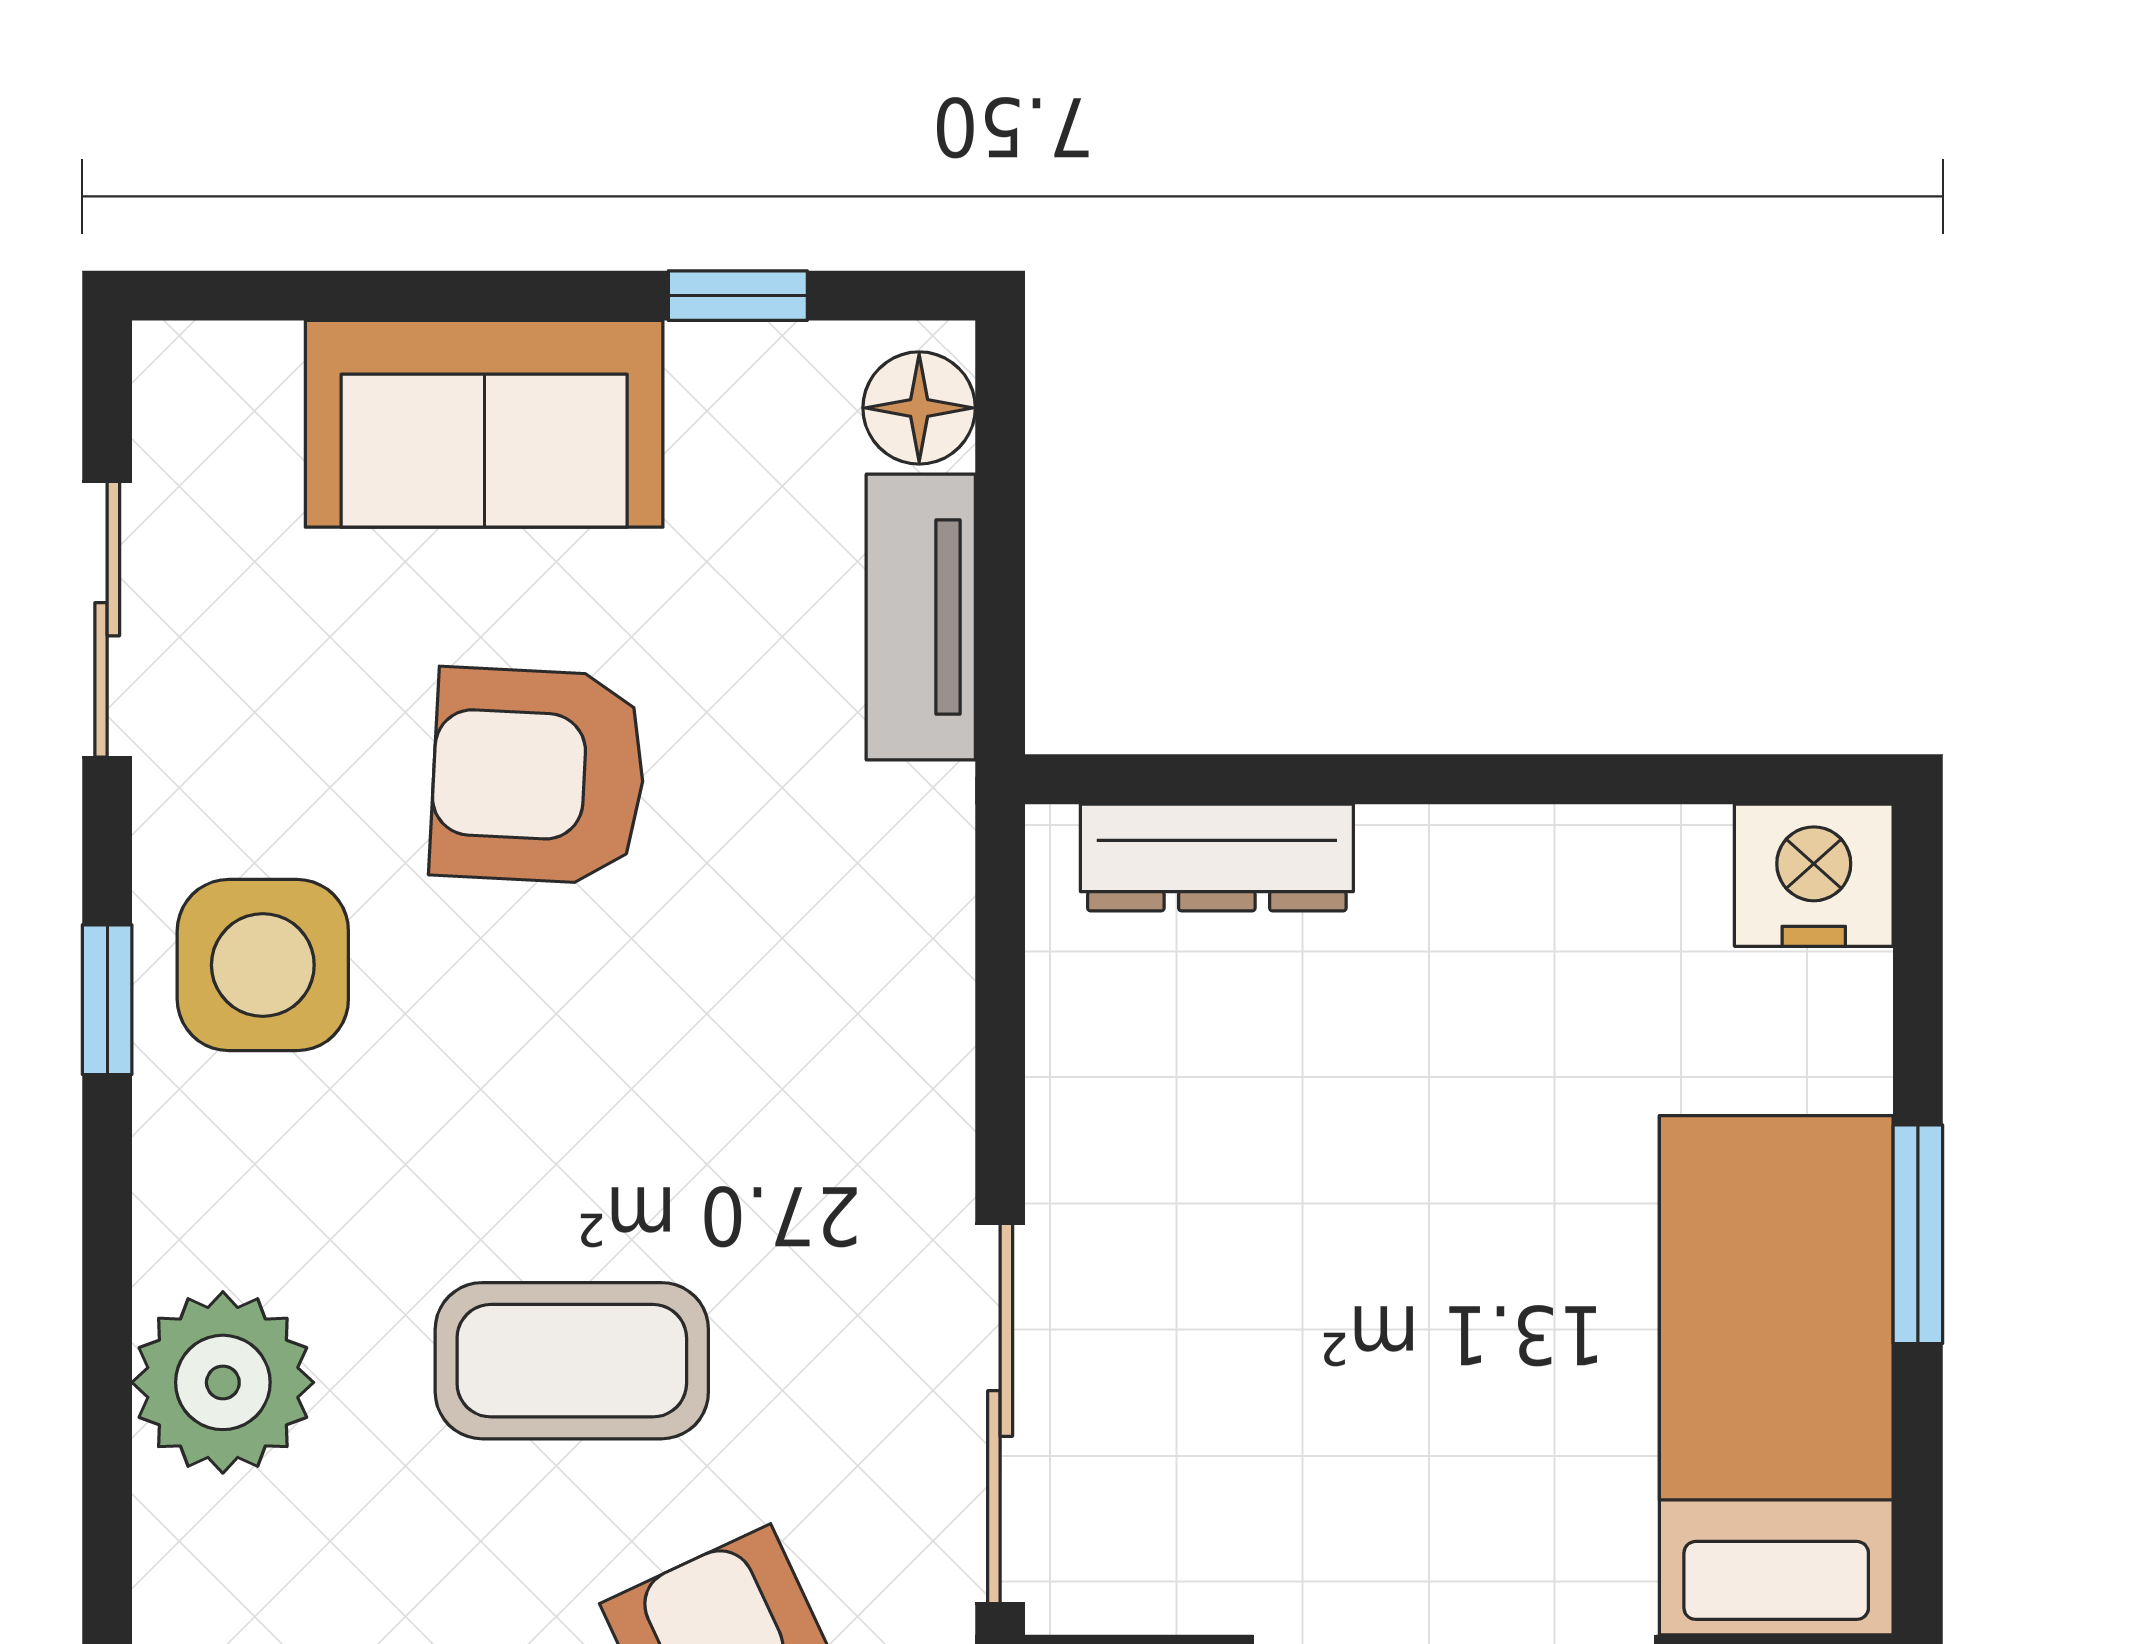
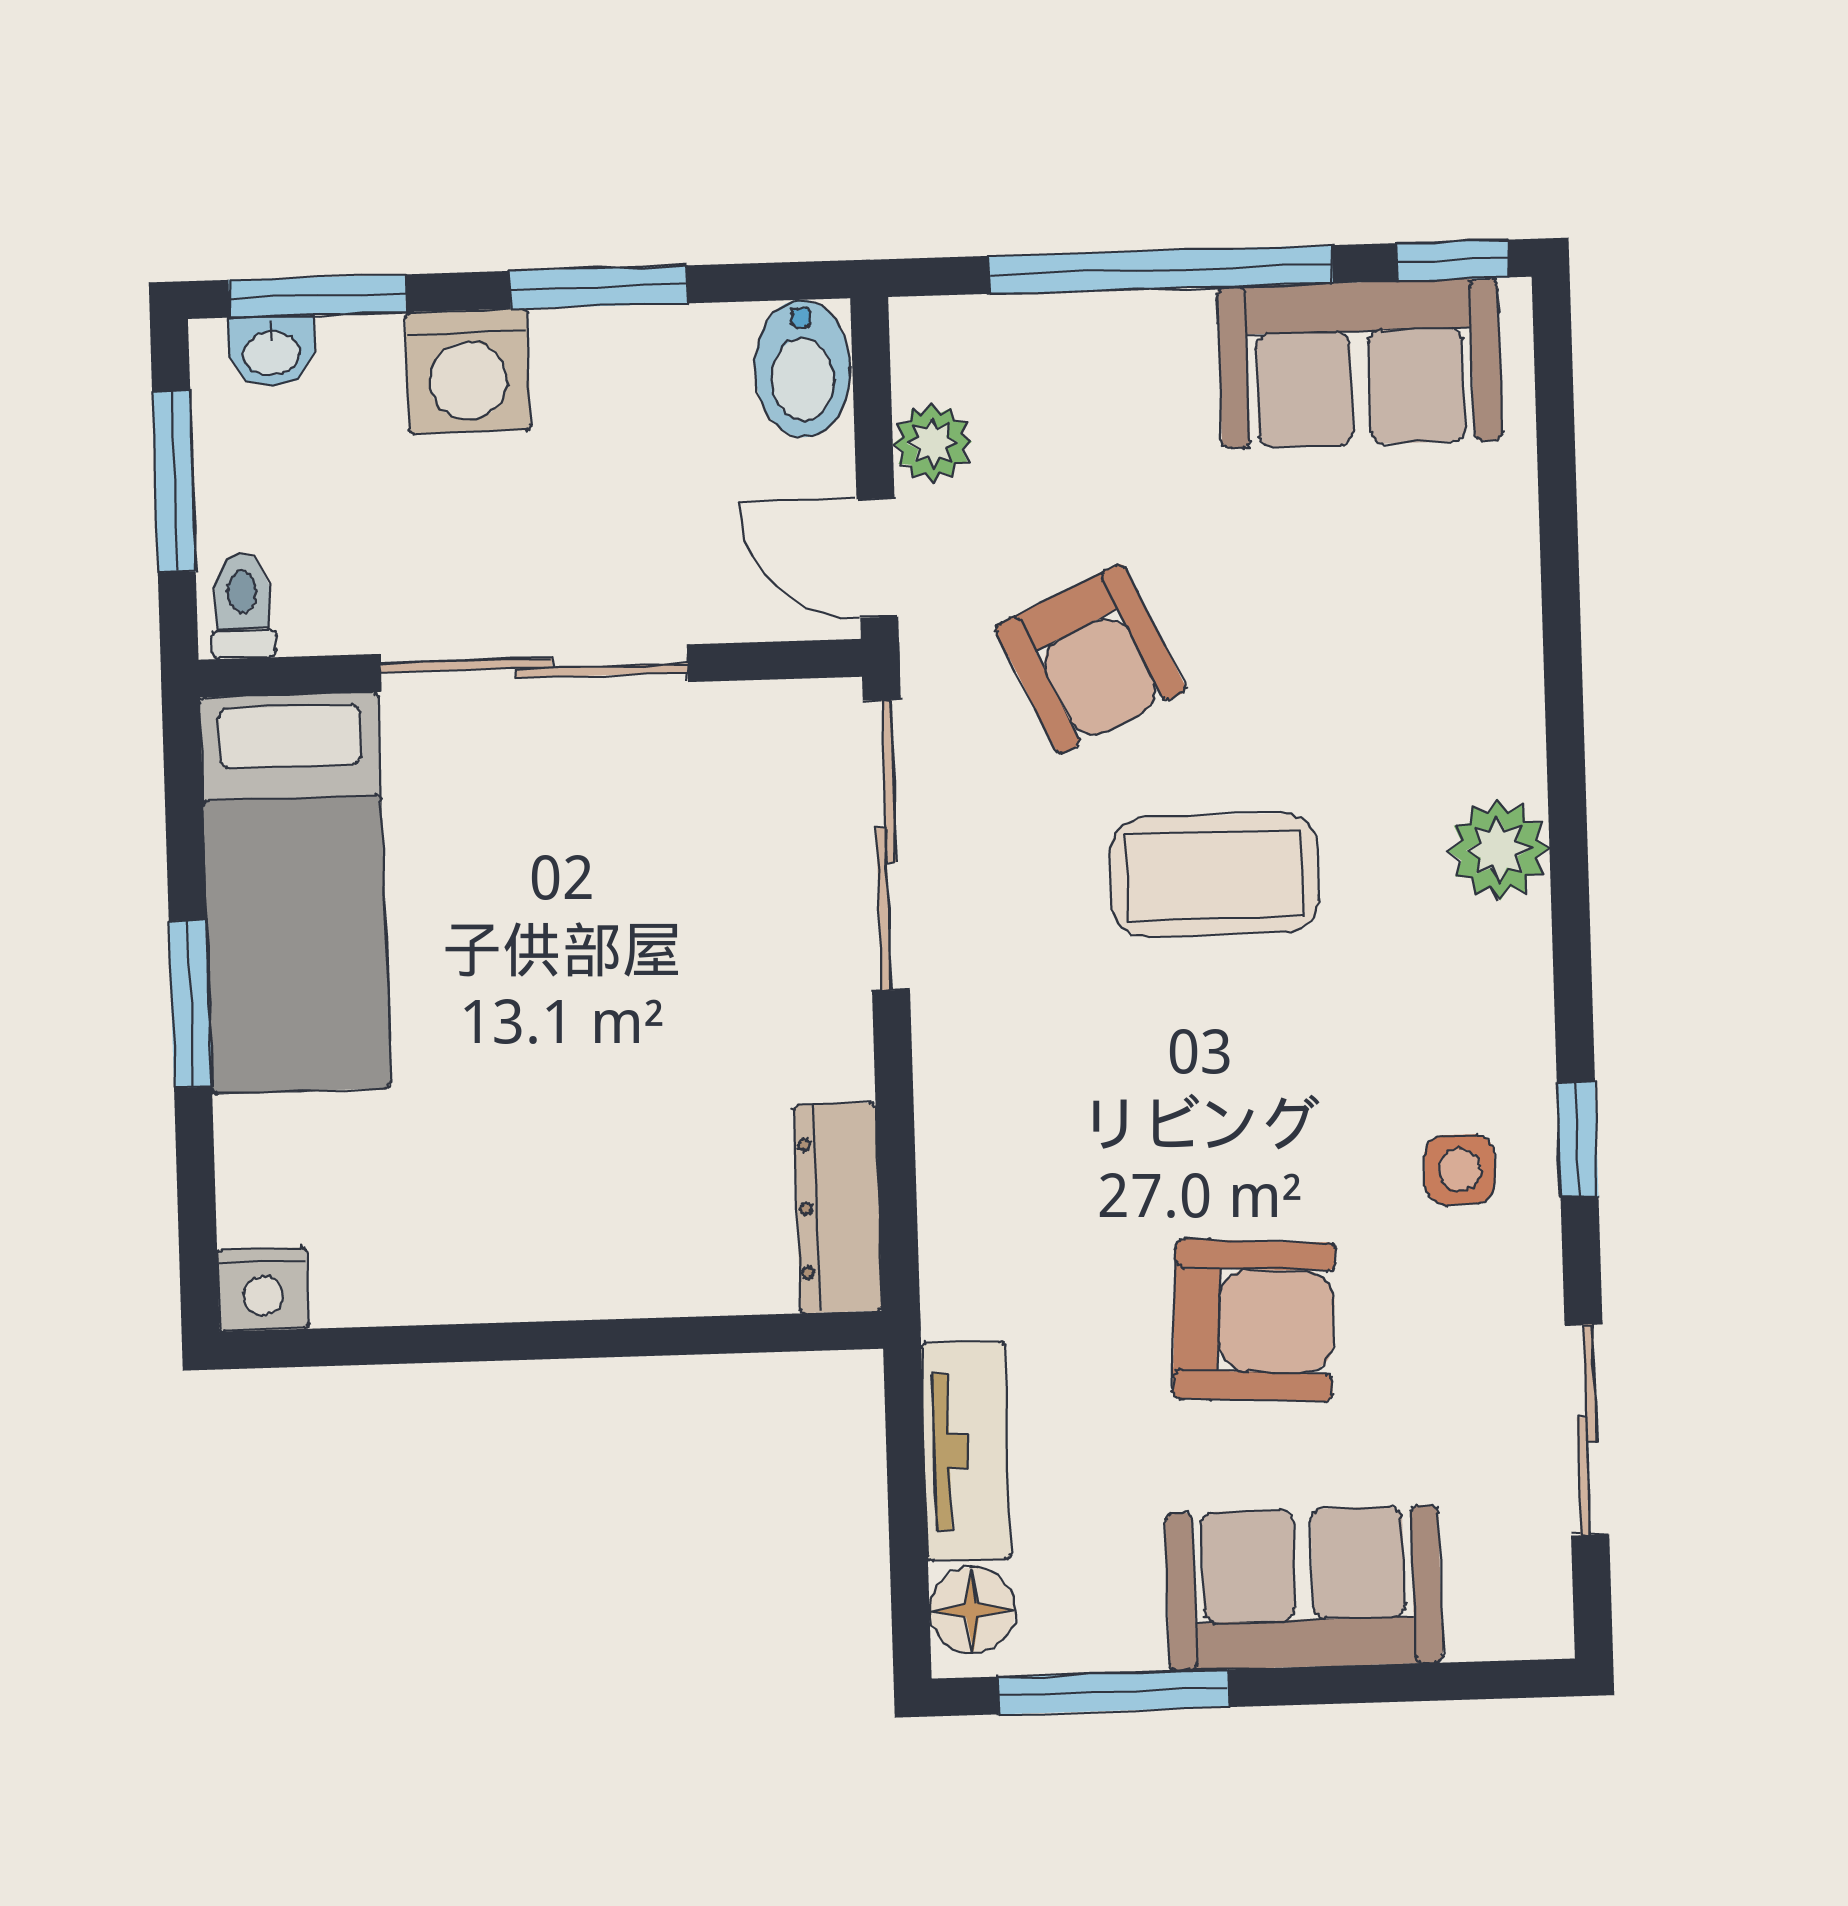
window: (738, 296) -> (1113, 1692), width x2.17
dresser: (1217, 857) -> (838, 1208), moved, turned -90
nightstand: (1814, 875) -> (263, 1289), width x0.74, depth x0.75
side table: (263, 965) -> (1460, 1170), width x0.54, depth x0.54
plant: (223, 1382) -> (1499, 850), width x0.73, depth x0.73

